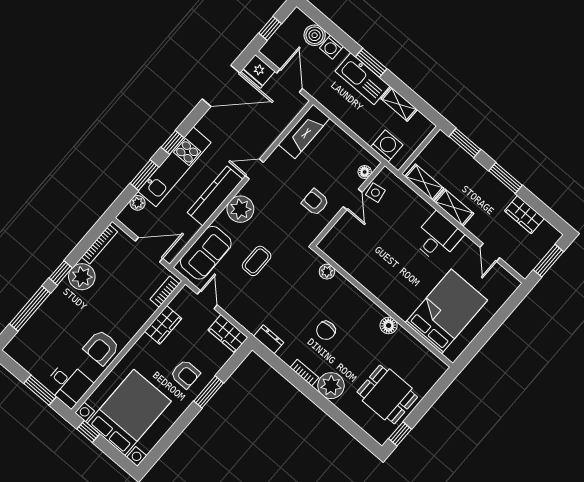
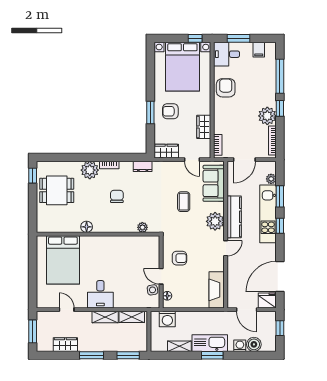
filing cabinet: (28, 358) -> (259, 50), added

